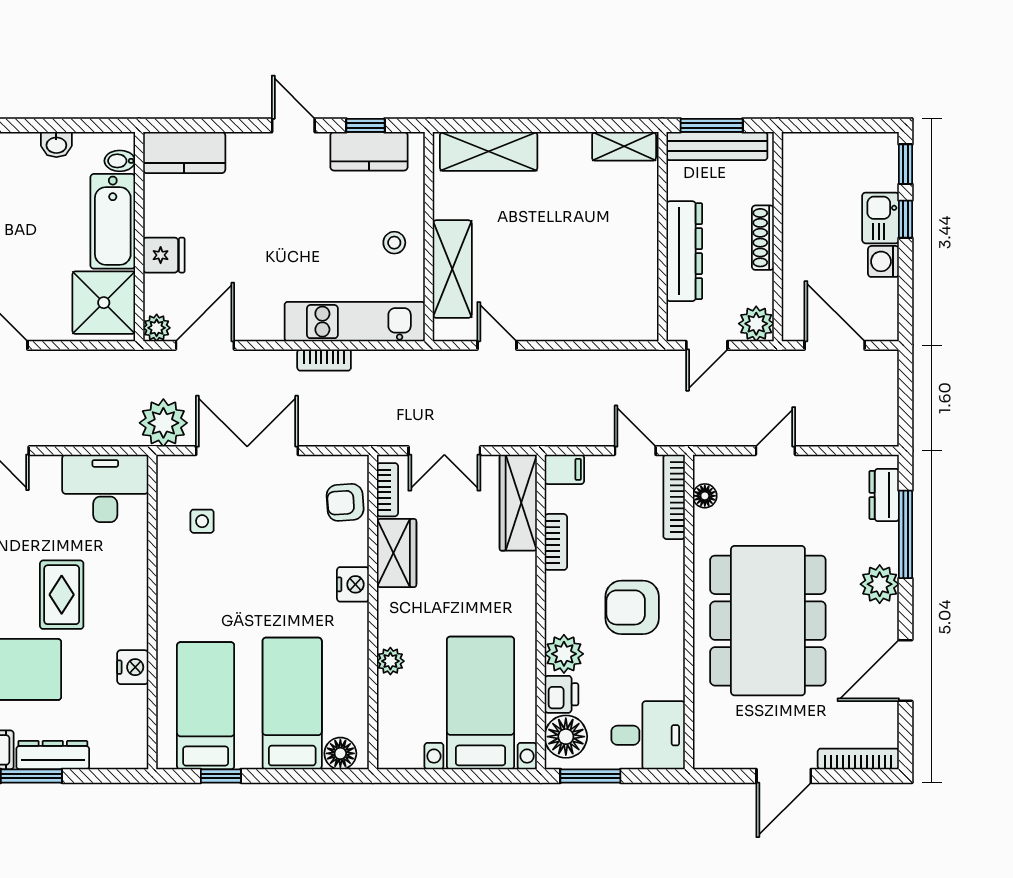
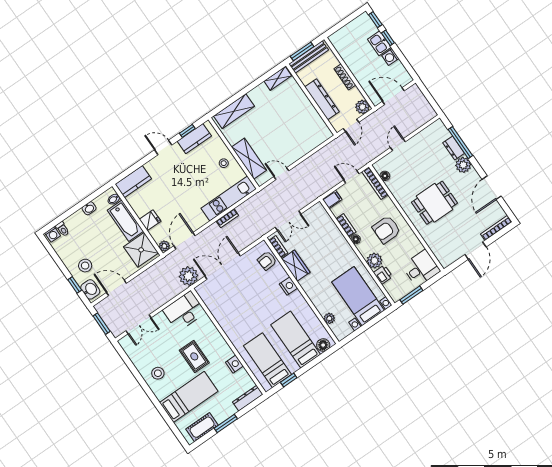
dresser: (884, 495) -> (454, 148), moved
wardrobe: (518, 503) -> (325, 221), removed
side table: (202, 521) -> (224, 300), removed
dining table: (768, 621) -> (435, 203), width x0.53, depth x0.80
plant: (390, 661) -> (329, 318), moved
floor lamp: (566, 737) -> (356, 239), moved, width x0.53, depth x0.53
dresser: (53, 755) -> (248, 398), moved

